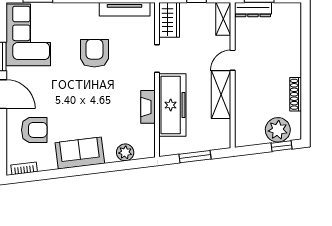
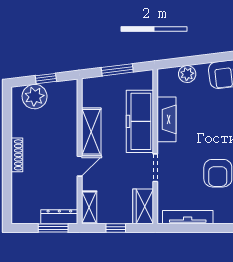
shoe rack: (296, 94) -> (17, 155), moved
fireplace: (148, 107) -> (167, 119), width x1.37, depth x1.32
window: (282, 146) -> (46, 79), moved

